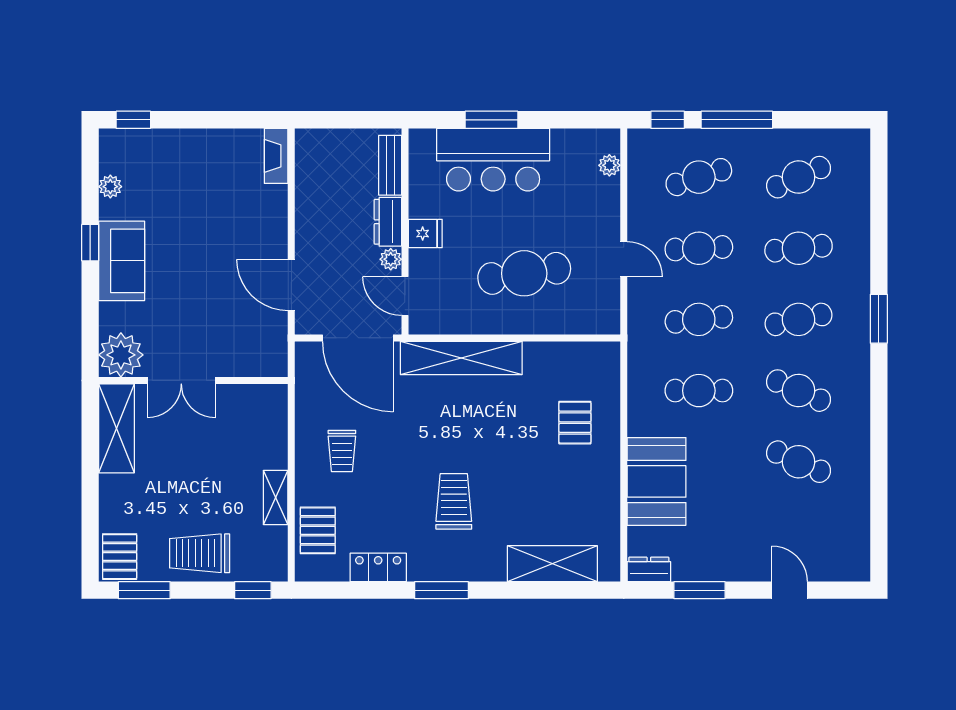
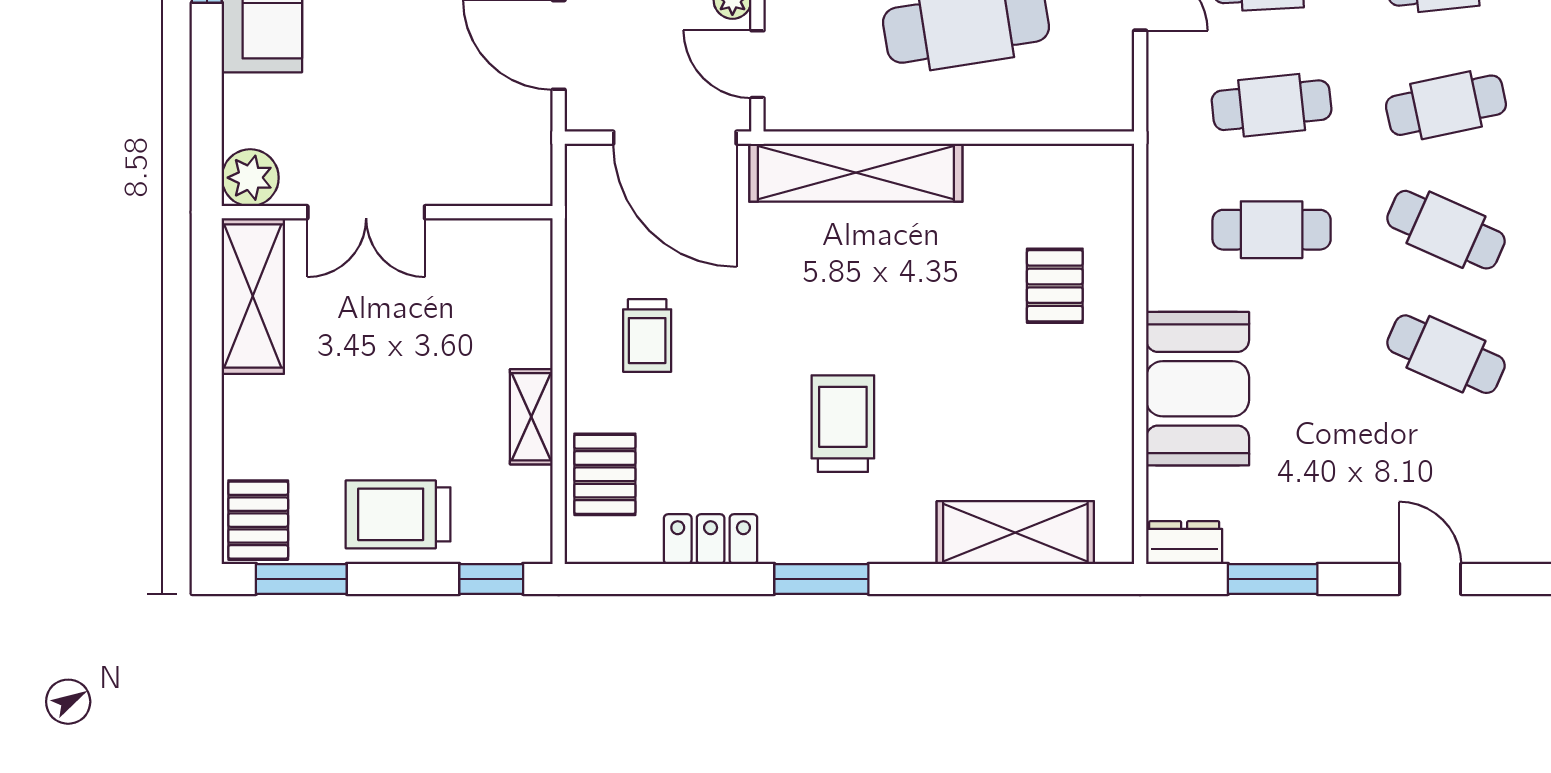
plant: (121, 355) -> (250, 178), width x0.73, depth x0.73

